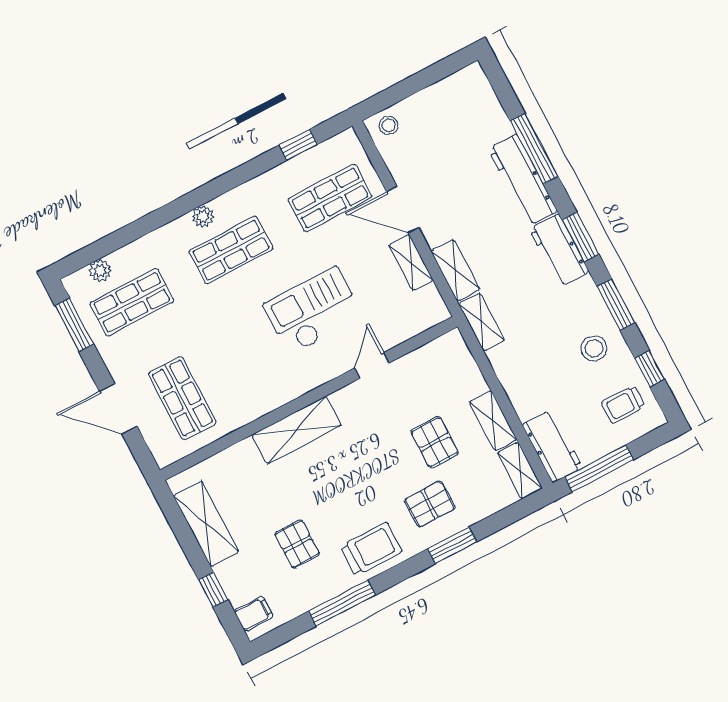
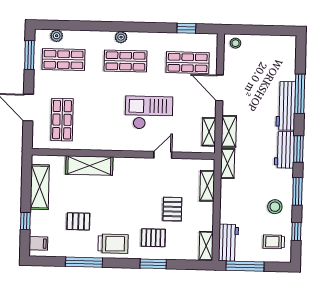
shelving: (411, 263) -> (209, 132), moved
shelving: (493, 421) -> (207, 186), moved
shelving: (297, 430) -> (89, 166), moved
pallet: (297, 544) -> (78, 221), turned 90

